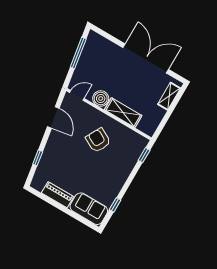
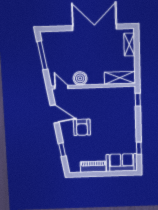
door: (77, 95) -> (61, 87), hinge flipped
shelving: (123, 113) -> (120, 78), moved
armchair: (98, 140) -> (82, 127), moved, turned -118

